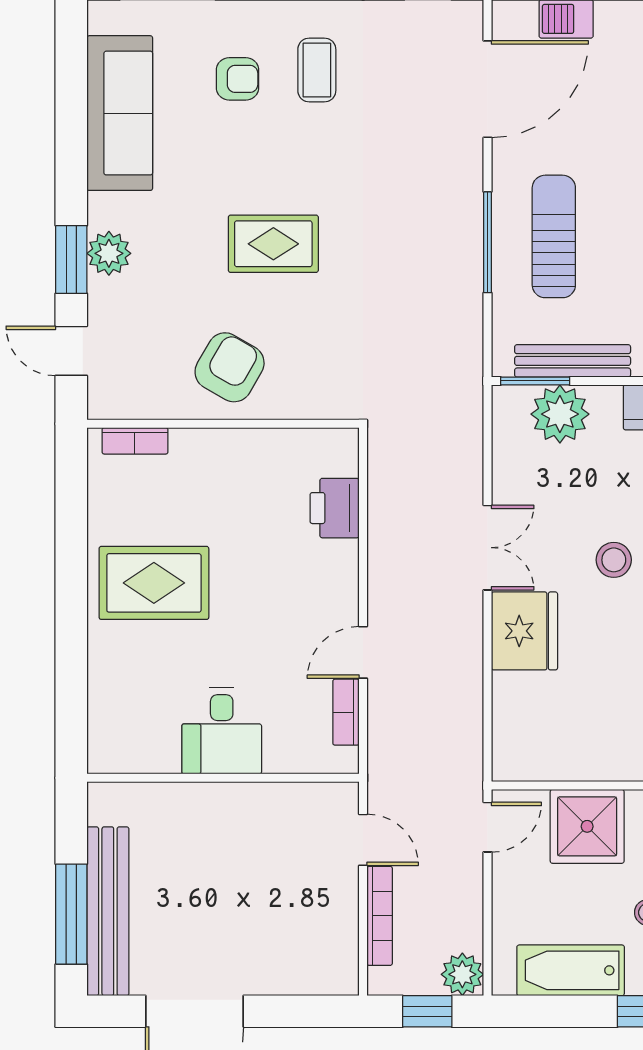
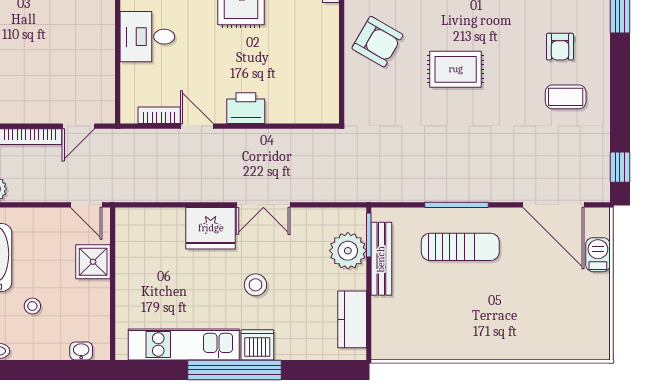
rug: (273, 244) -> (456, 69), turned 90
printer: (335, 508) -> (246, 108), moved
shower: (587, 826) -> (93, 262), width x0.73, depth x0.73

